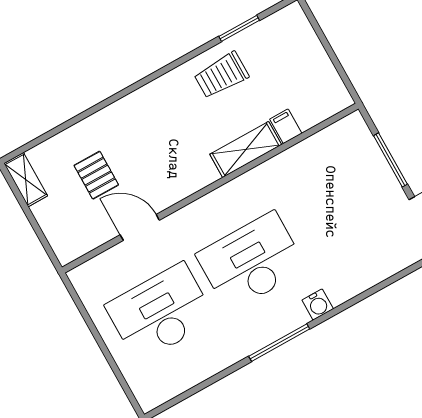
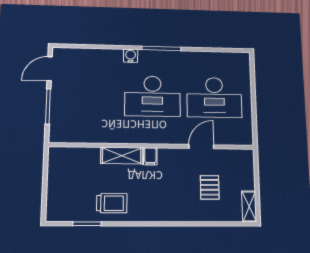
filing cabinet: (286, 126) -> (150, 156), moved
door: (140, 227) -> (201, 147), swing flipped

